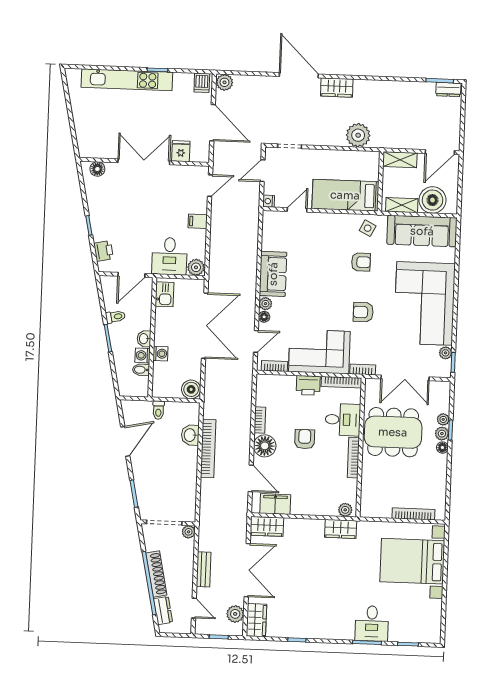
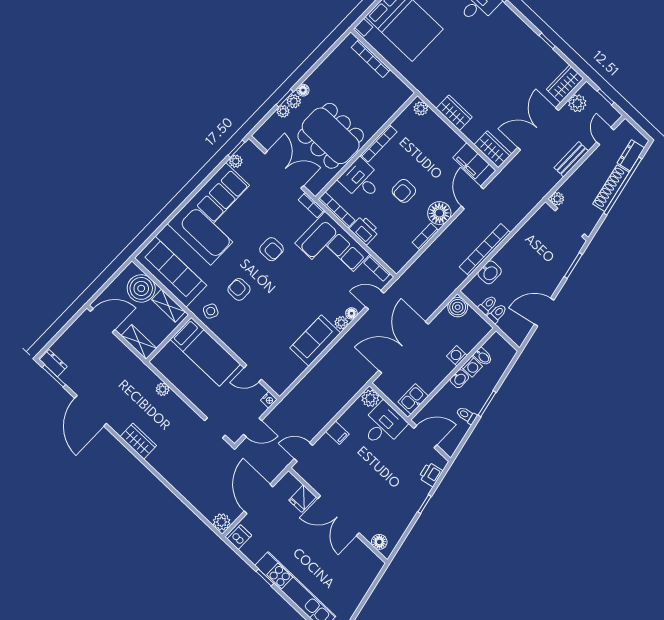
door: (299, 75) -> (90, 411), moved
plant: (358, 135) -> (163, 389), width x0.53, depth x0.53
toilet: (171, 410) -> (488, 305), added
wardrobe: (341, 529) -> (454, 113), moved

